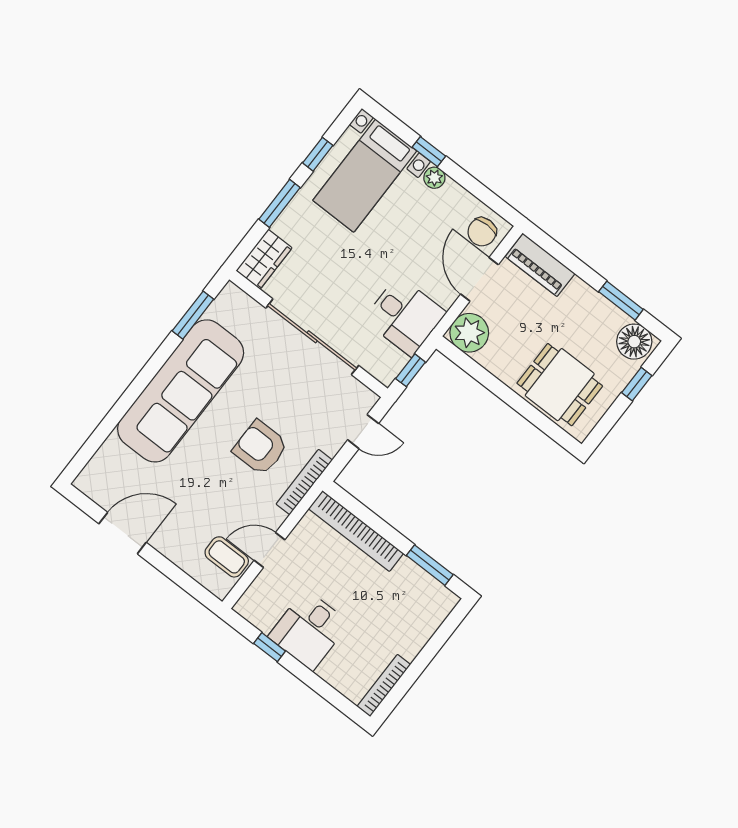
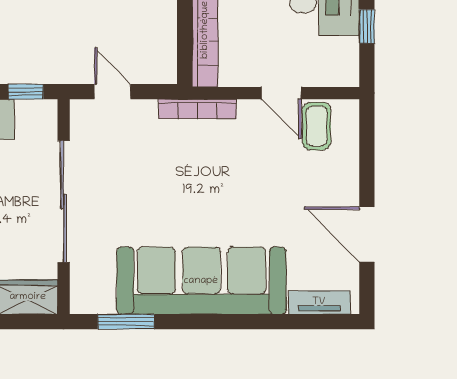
armchair: (260, 448) -> (197, 171), removed
tv unit: (101, 462) -> (319, 302), added

